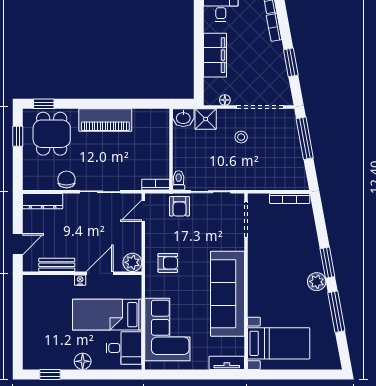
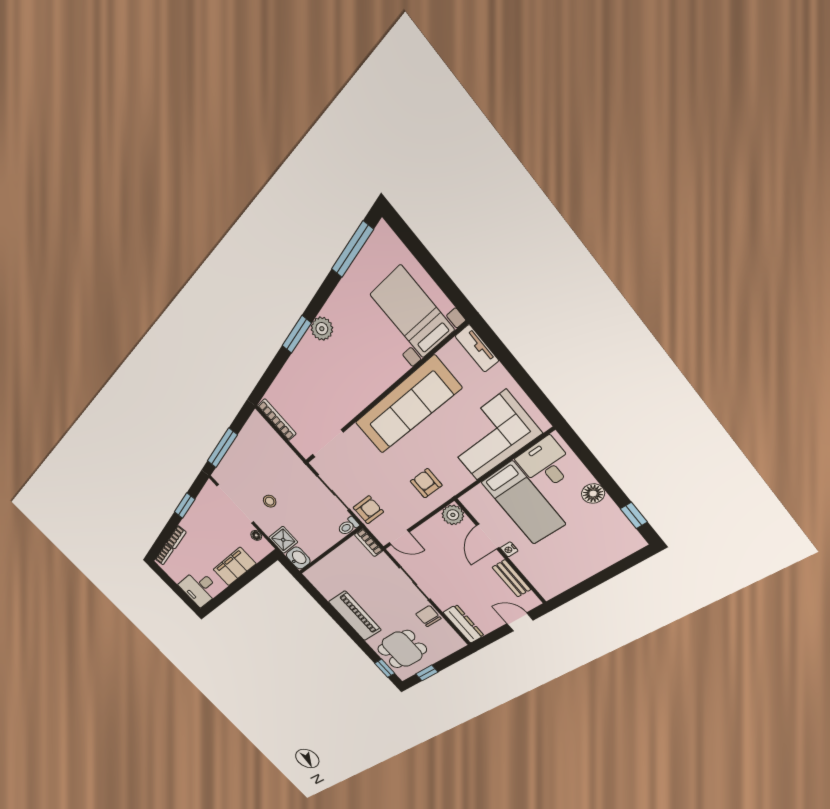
chair: (66, 179) -> (428, 616), turned 90
door: (100, 273) -> (488, 537), hinge flipped
window: (336, 312) -> (352, 249), moved

